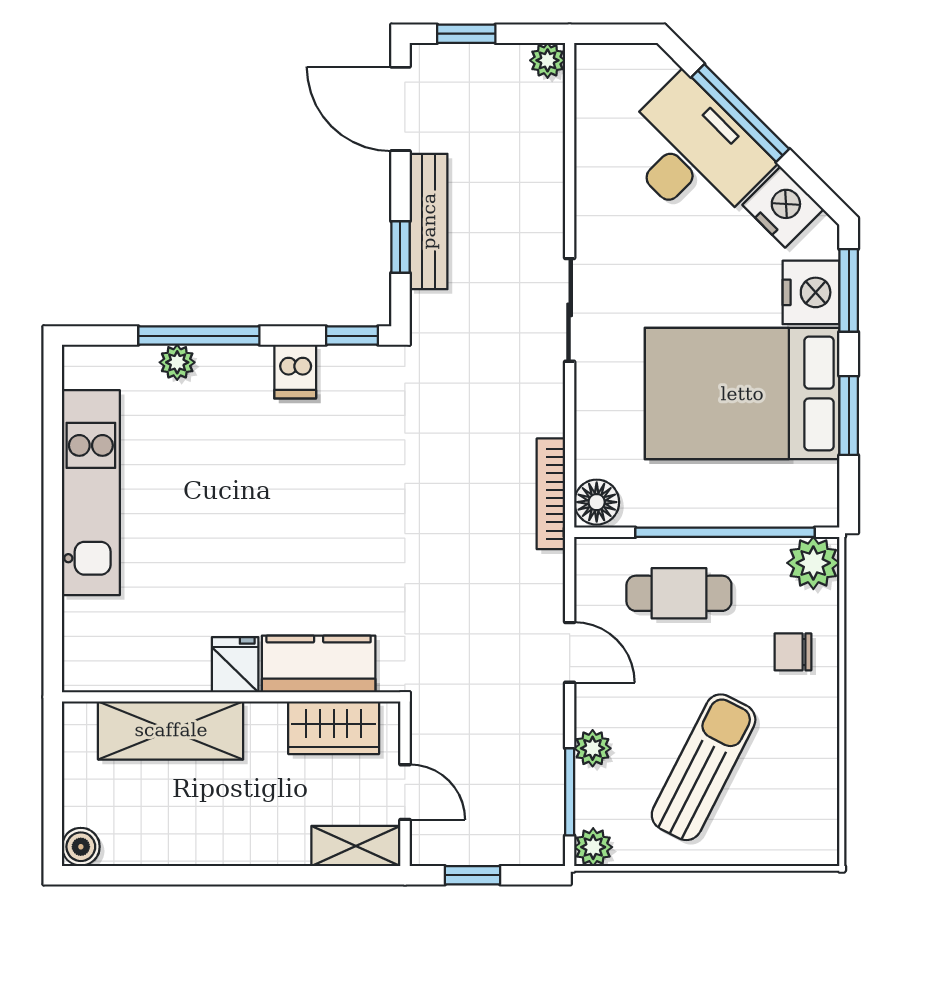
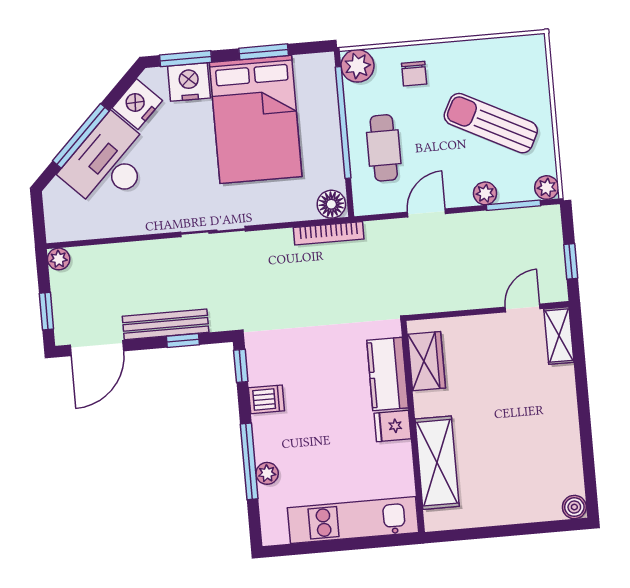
kitchen counter: (319, 664) -> (388, 374), moved
fridge: (235, 665) -> (393, 426), moved
wall: (231, 697) -> (413, 427), moved
wardrobe: (334, 728) -> (427, 361), moved
shelving: (171, 730) -> (437, 463), moved

